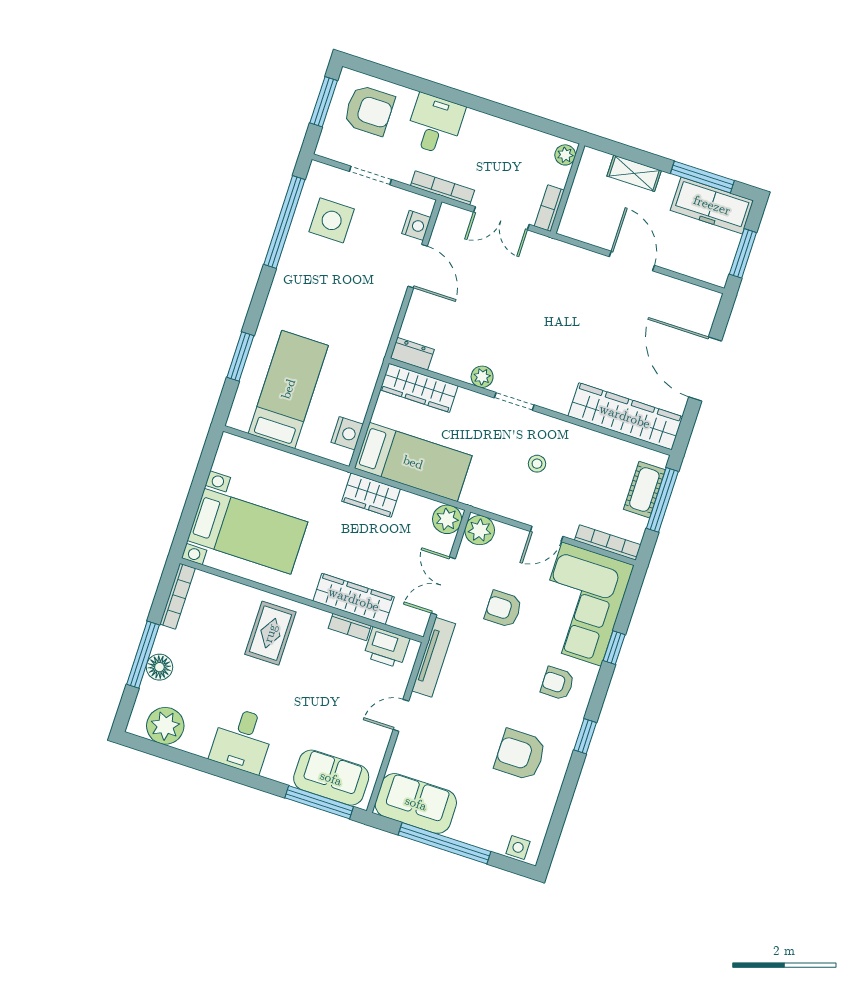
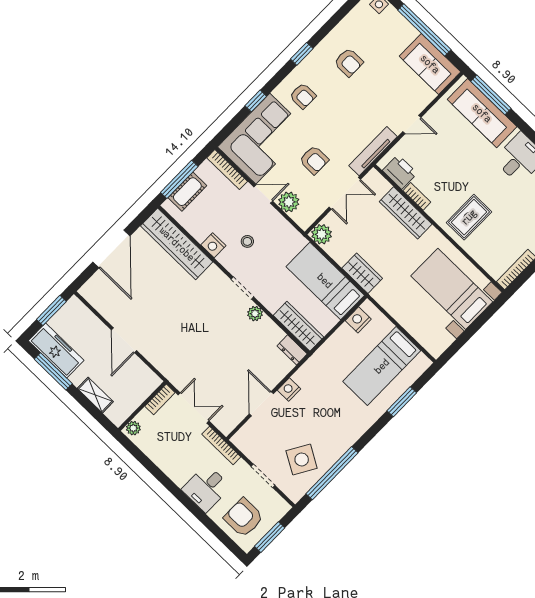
side table: (332, 220) -> (302, 459), turned 30
nightstand: (416, 225) -> (289, 389), moved
nightstand: (578, 438) -> (213, 245), added
plant: (480, 530) -> (289, 202), moved
armchair: (520, 755) -> (349, 62), width x0.72, depth x0.72
sofa: (331, 778) -> (482, 113), width x1.36

